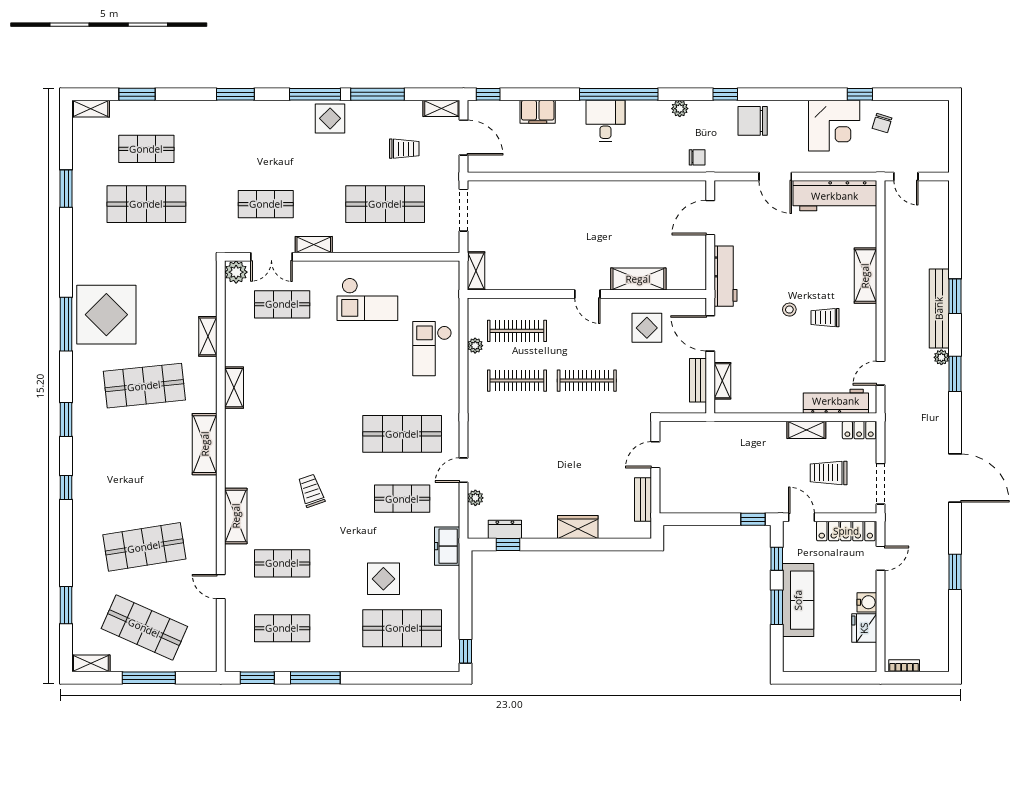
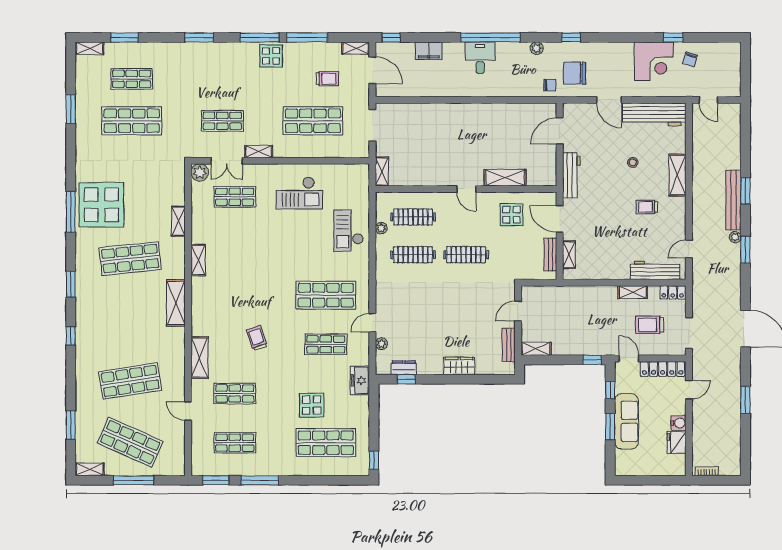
chair: (753, 121) -> (575, 73), moved
stool: (789, 310) -> (633, 162), moved
shelving: (679, 504) -> (536, 349), added

